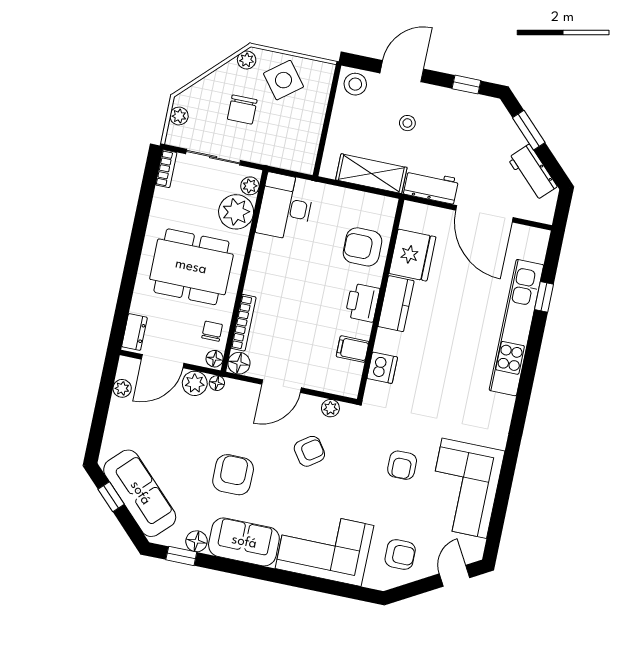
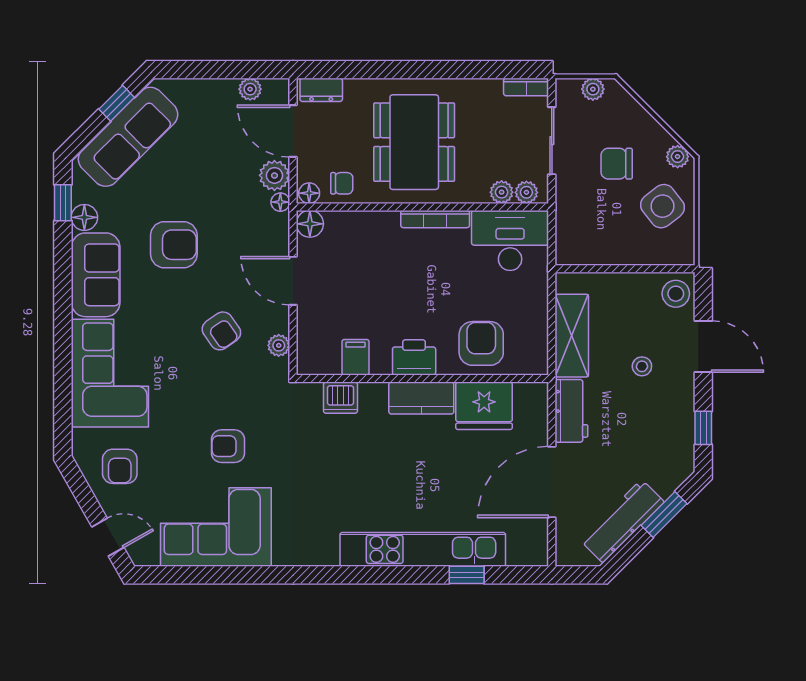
workbench: (532, 172) -> (622, 521), width x1.38
plant: (236, 212) -> (502, 192), width x0.53, depth x0.53
bookcase: (244, 323) -> (435, 219), moved

